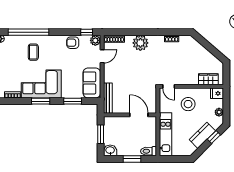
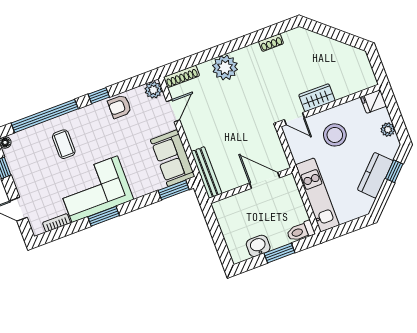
window: (87, 32) -> (99, 96), moved
wardrobe: (208, 79) -> (317, 98), moved
window: (73, 101) -> (174, 190), moved
window: (101, 134) -> (216, 233), removed
washbasin: (110, 150) -> (258, 246), moved

